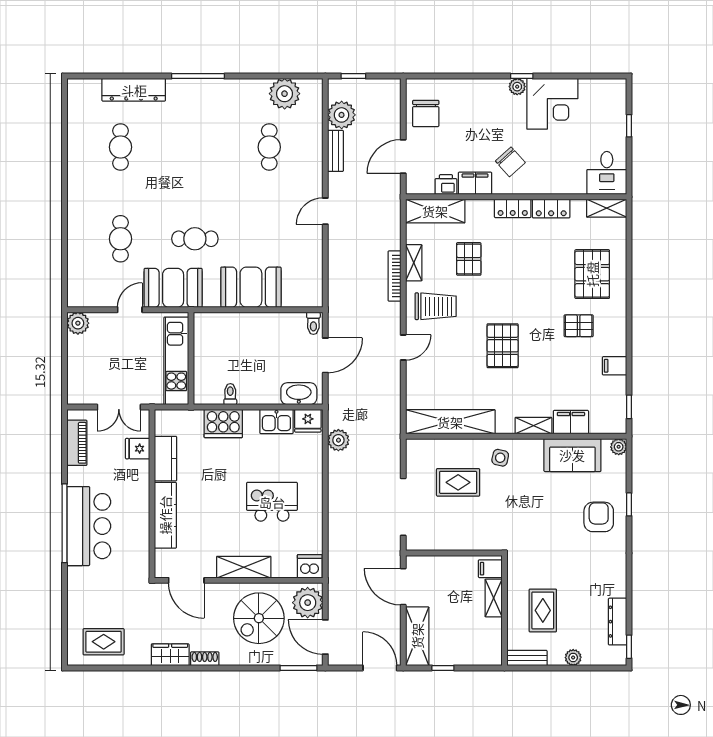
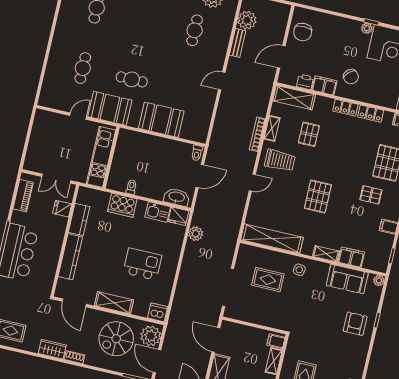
plant: (78, 323) -> (42, 117), removed

